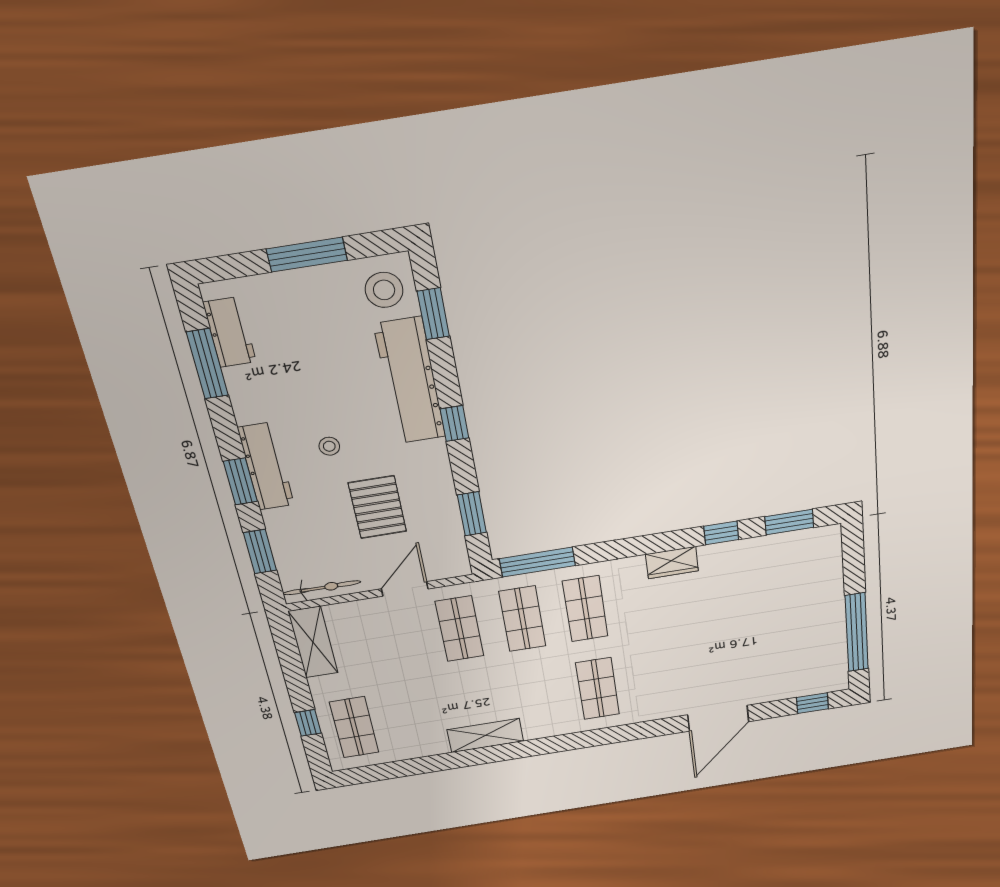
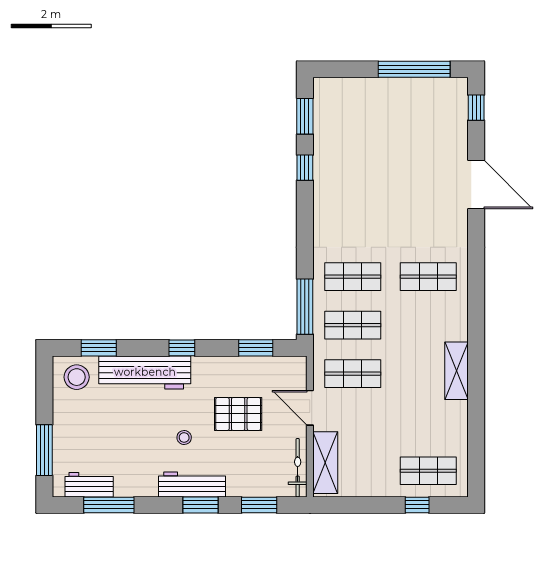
window: (307, 255) -> (44, 450), moved
wardrobe: (672, 563) -> (324, 207), removed
shelving: (313, 642) -> (325, 463), moved, turned 90

